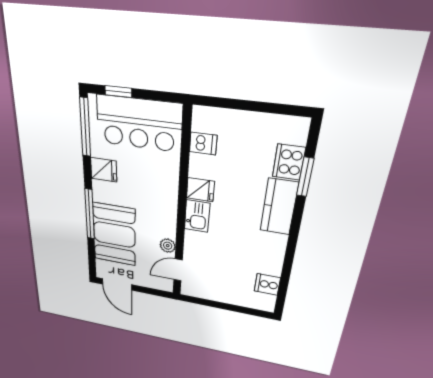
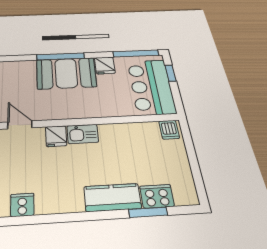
dishwasher: (203, 143) -> (169, 130), moved
fridge: (200, 190) -> (56, 136), moved
booth: (114, 235) -> (66, 73), moved
plant: (168, 246) -> (45, 114), removed

